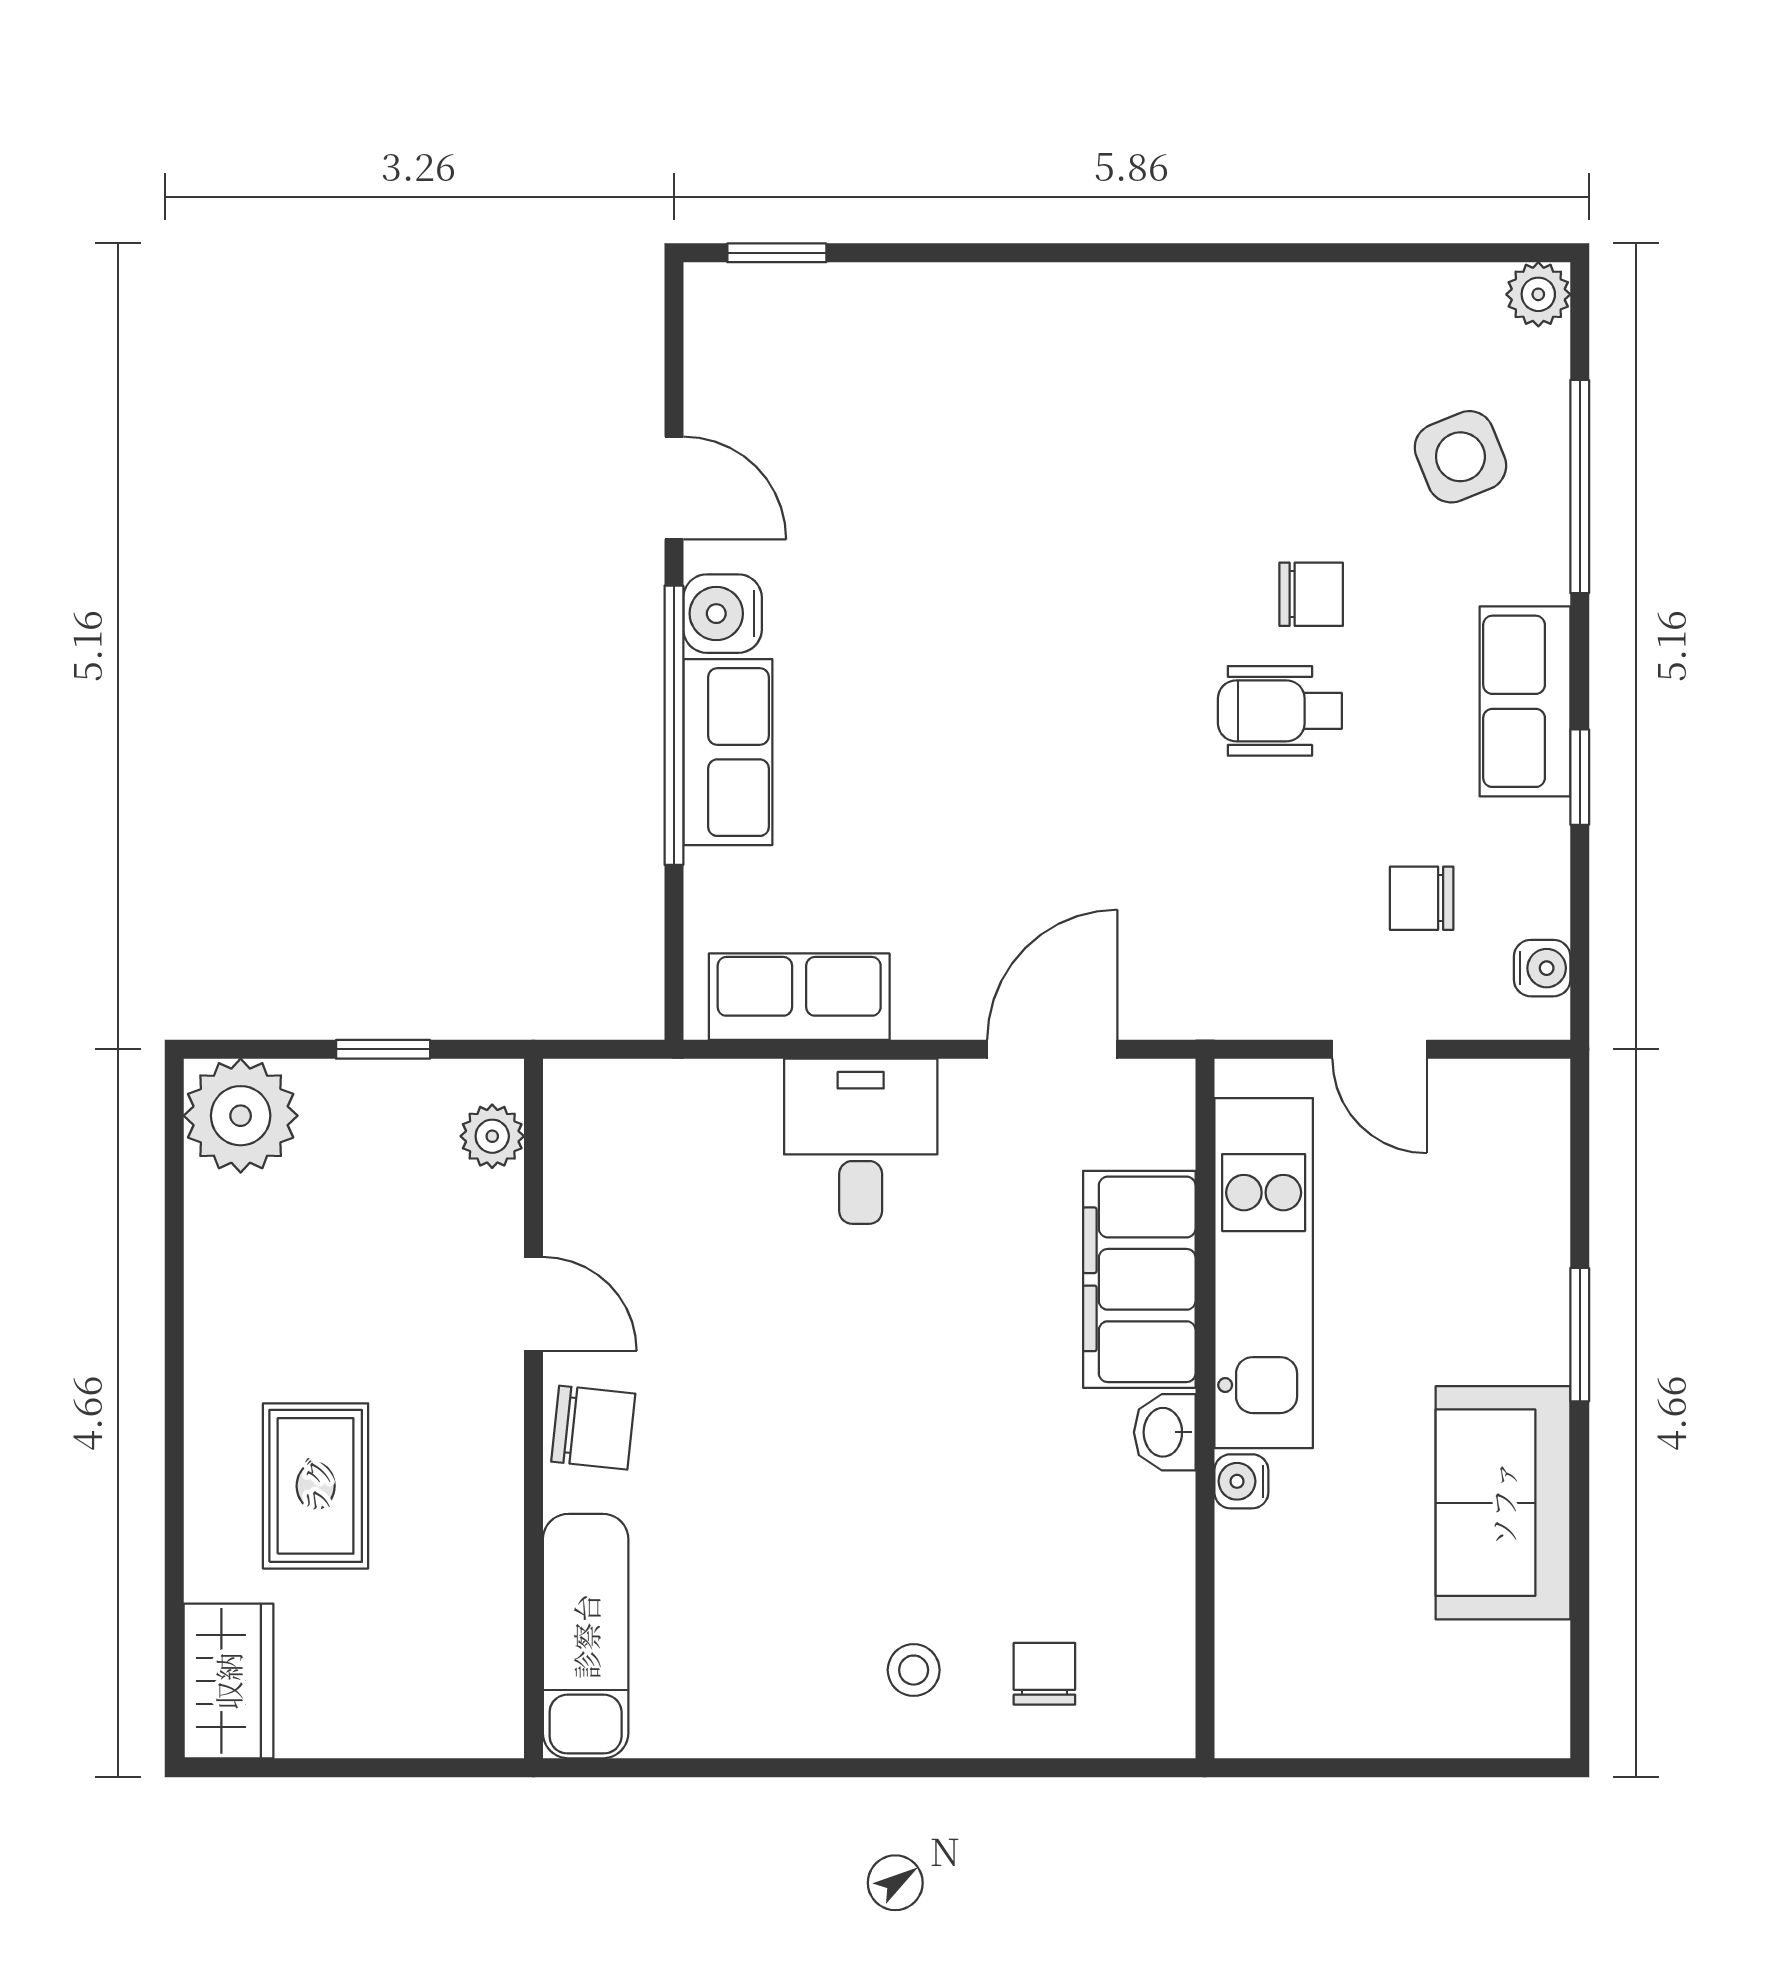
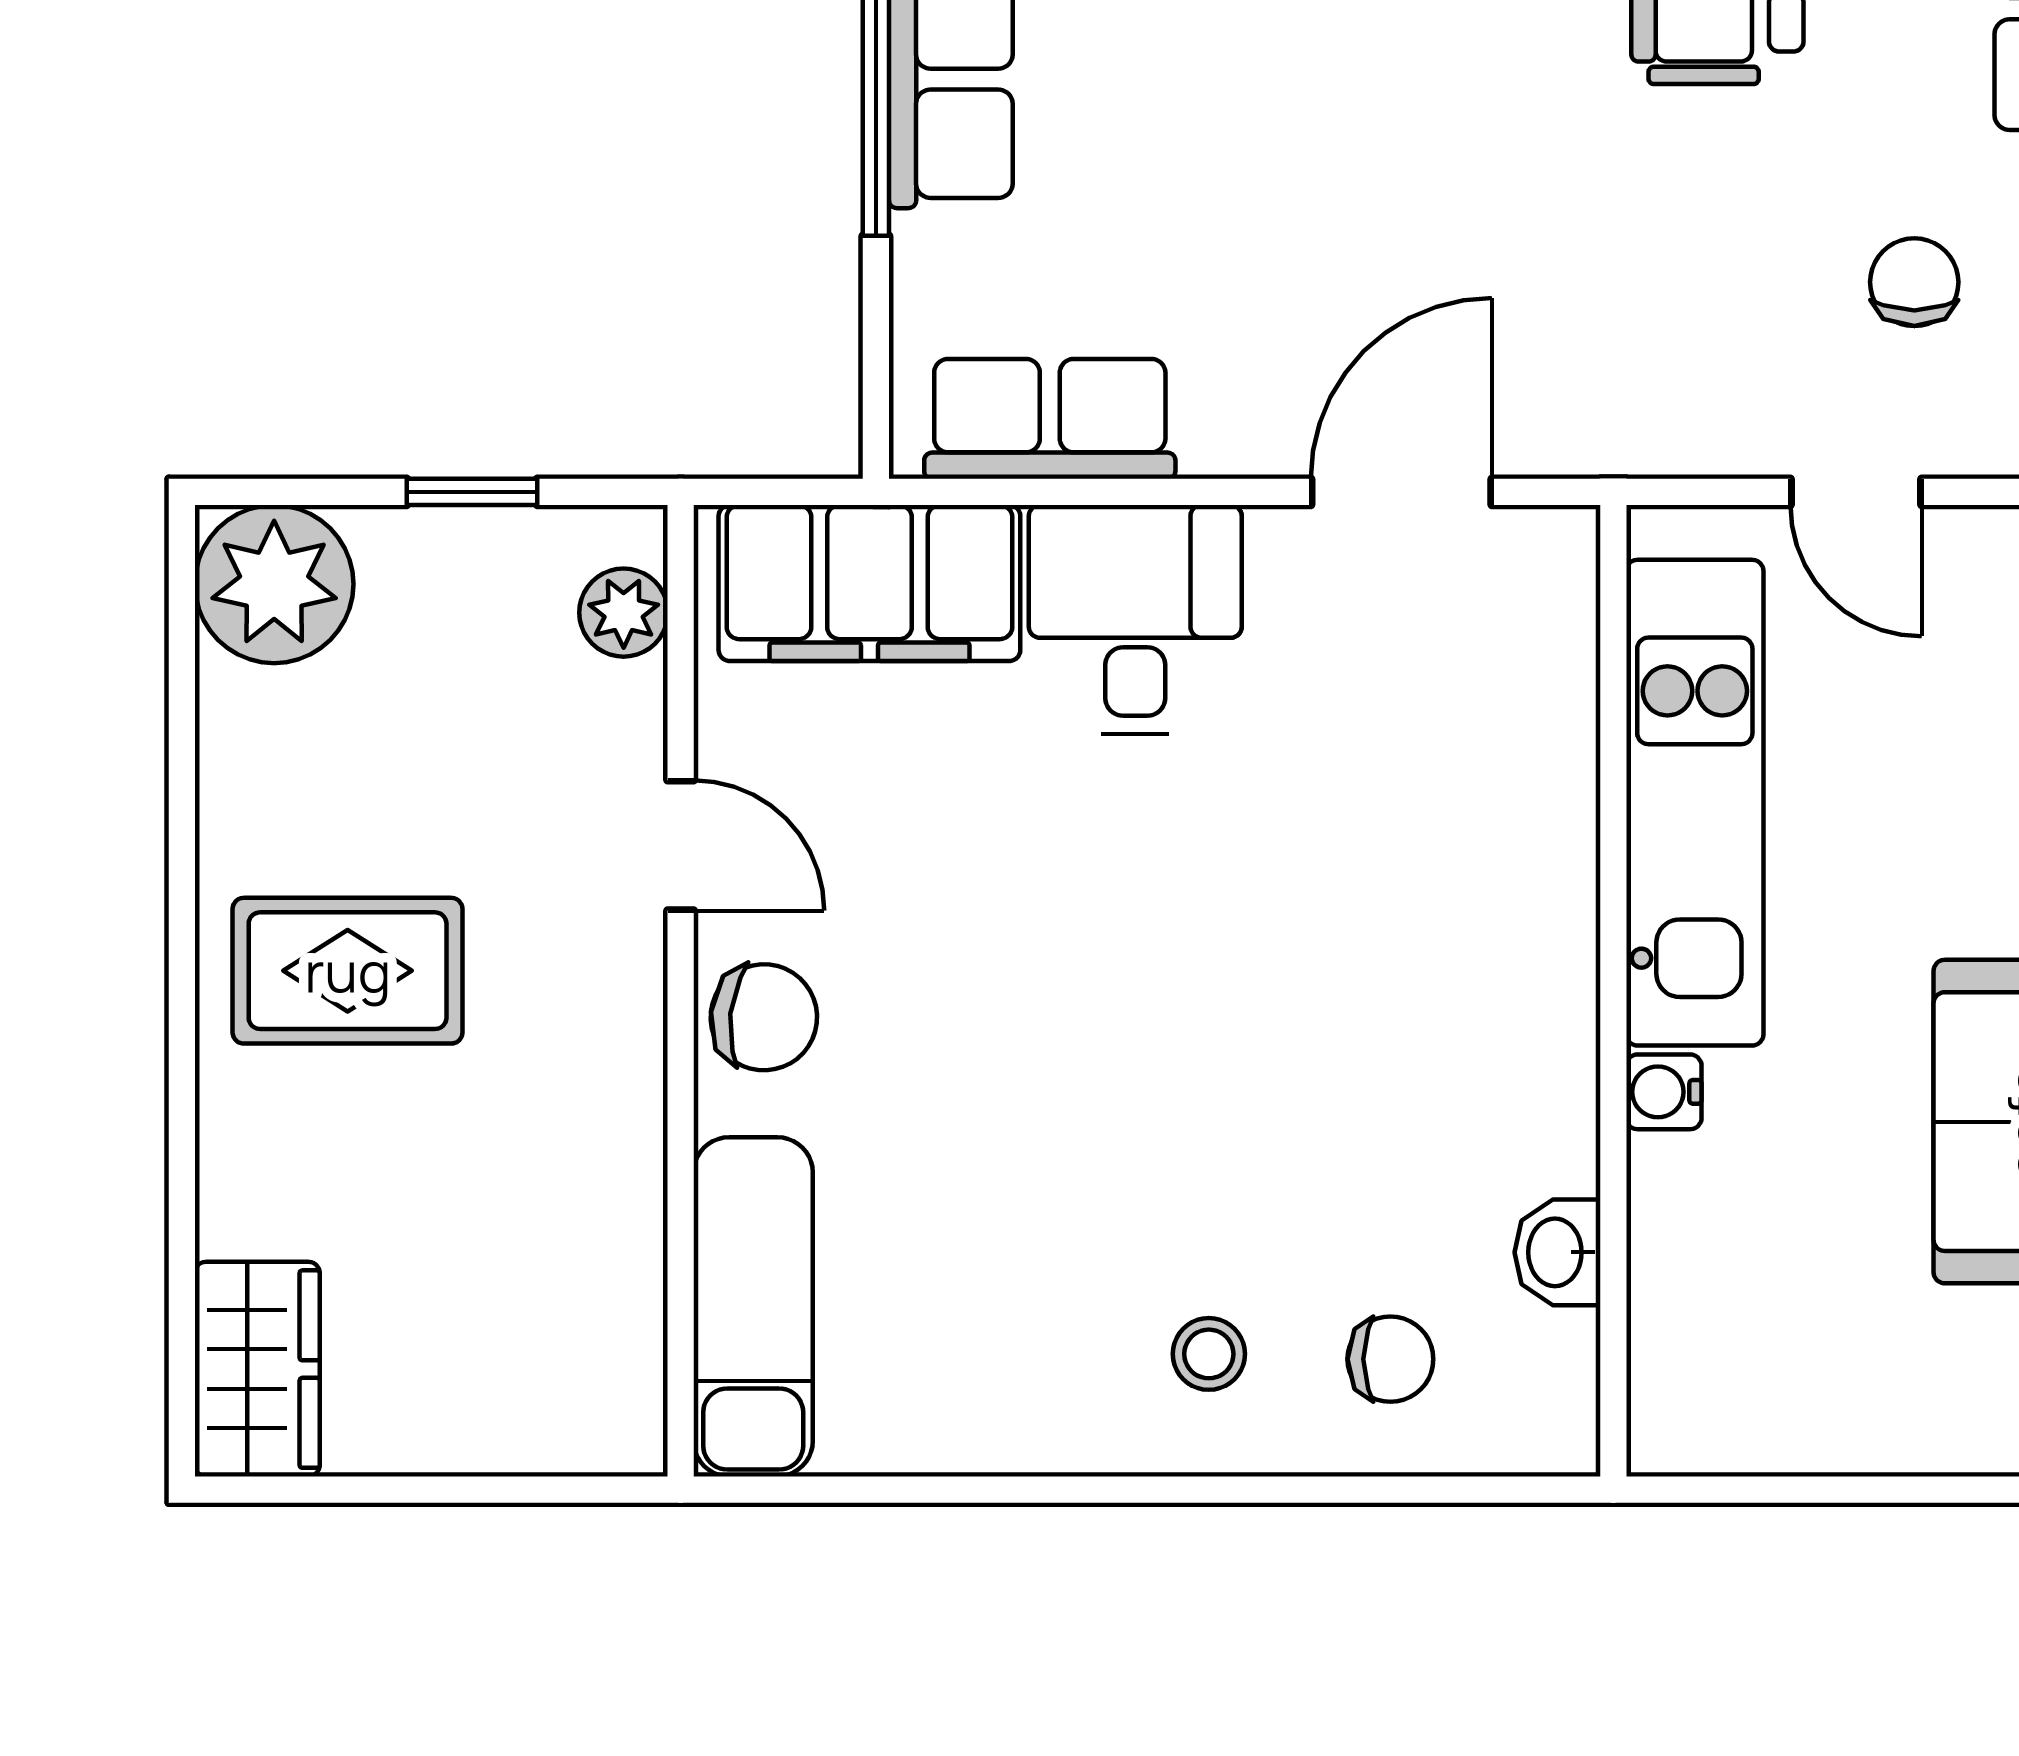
chair: (1422, 898) -> (1914, 282), turned 90
filing cabinet: (1139, 1279) -> (869, 583), moved, turned -90
washbasin: (1165, 1432) -> (1557, 1252), moved
rug: (316, 1486) -> (348, 971), moved, turned 90
chair: (1044, 1674) -> (1390, 1359), turned 90

